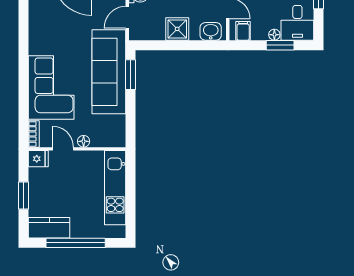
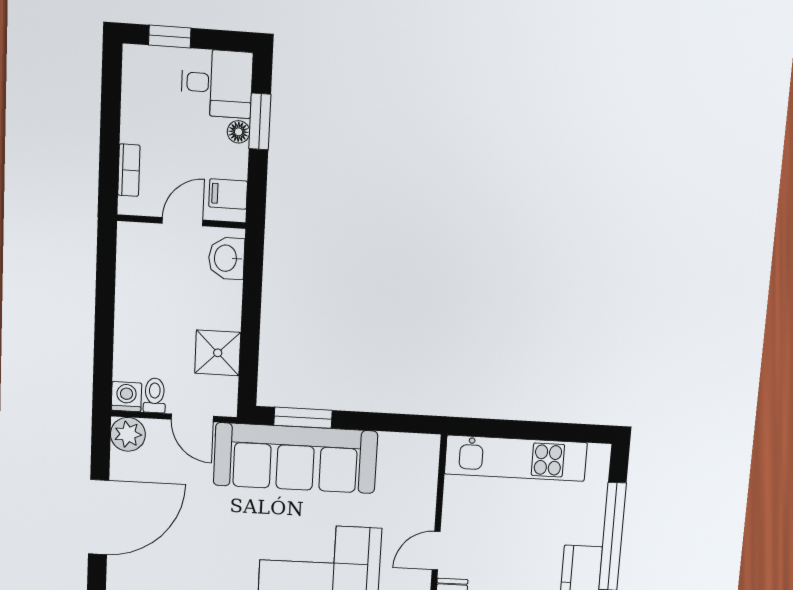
shower: (177, 29) -> (218, 353), moved
floor lamp: (84, 141) -> (424, 512), removed

